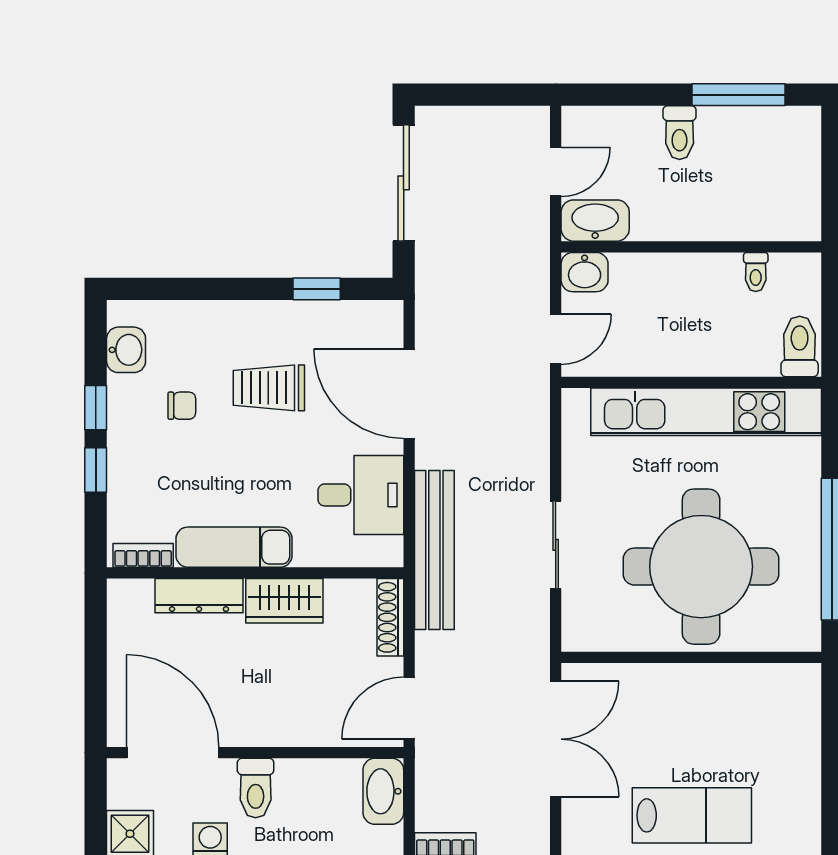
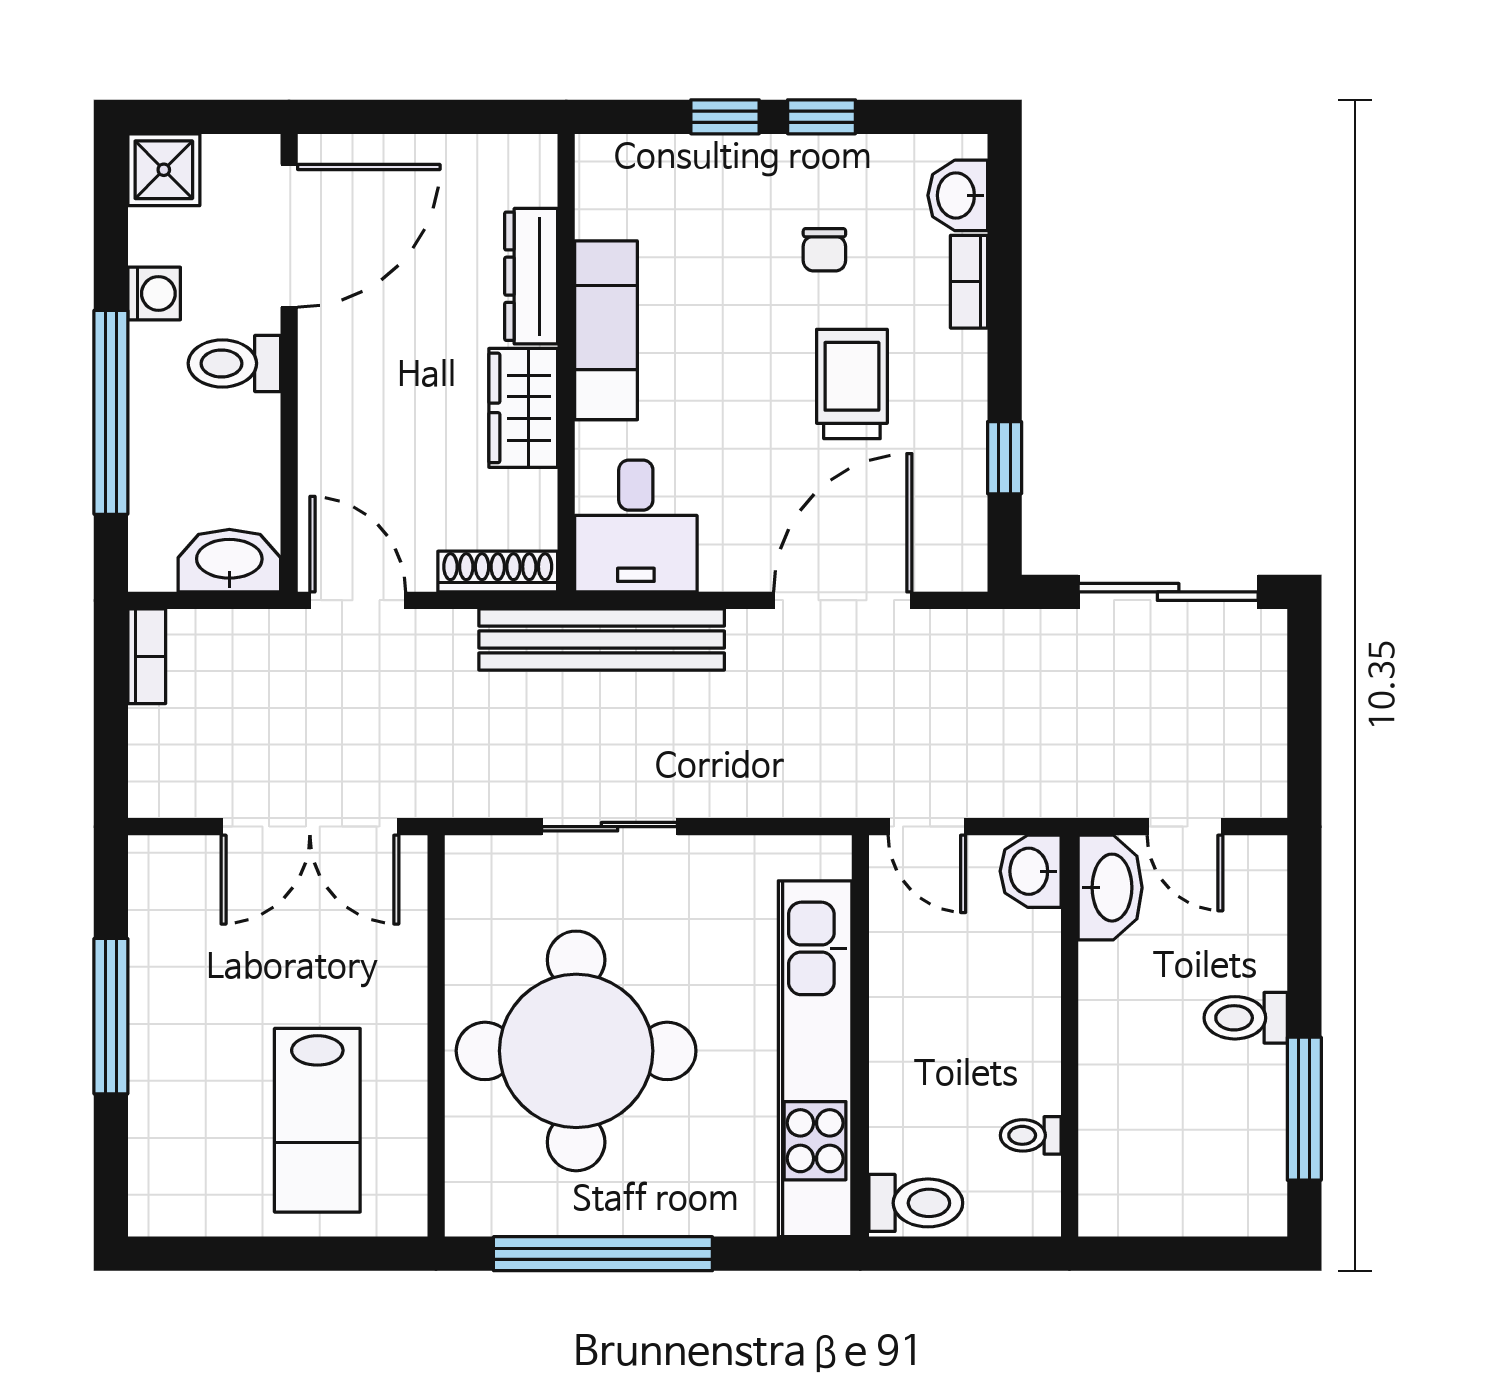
washbasin: (126, 350) -> (958, 195), moved, turned 90
desk: (361, 495) -> (636, 526), moved
bookcase: (143, 555) -> (969, 282), moved, turned 180
lab bench: (692, 815) -> (317, 1120), moved

